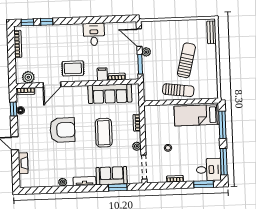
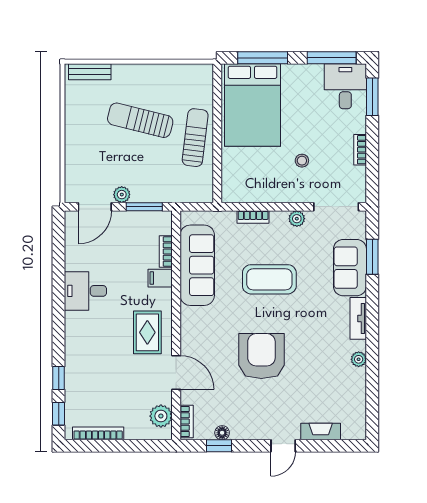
bed: (197, 115) -> (253, 105), width x1.50

